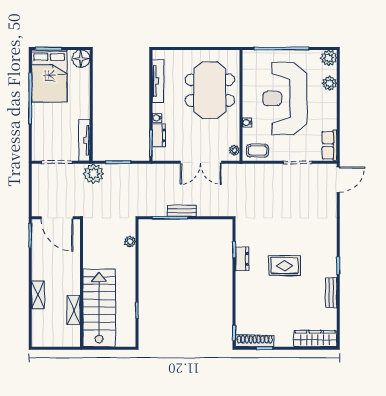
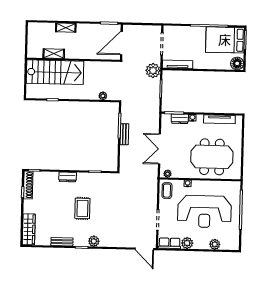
plant: (329, 58) -> (187, 243), moved
reception desk: (285, 99) -> (204, 212), turned 180
plant: (329, 249) -> (94, 241), added
dresser: (242, 259) -> (68, 177), moved

